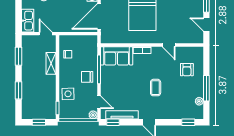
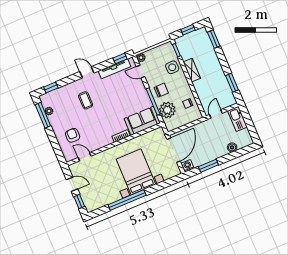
door: (46, 34) -> (216, 114), swing flipped
door: (169, 45) -> (85, 157), moved
plant: (89, 56) -> (167, 110), added
shelving: (51, 63) -> (192, 70), moved
coffee table: (156, 88) -> (86, 100), moved
window: (206, 88) -> (43, 115), moved
window: (19, 90) -> (214, 39), moved

